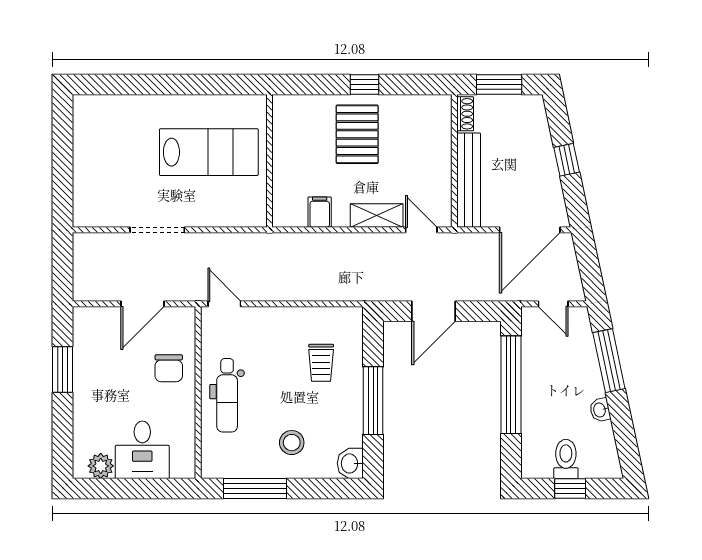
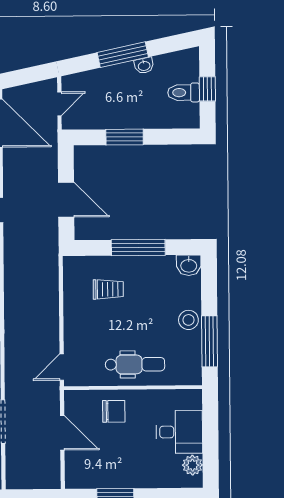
window: (609, 361) -> (123, 55), moved
window: (511, 385) -> (125, 137), width x0.47
stool: (292, 443) -> (188, 320), moved

